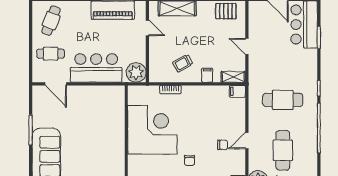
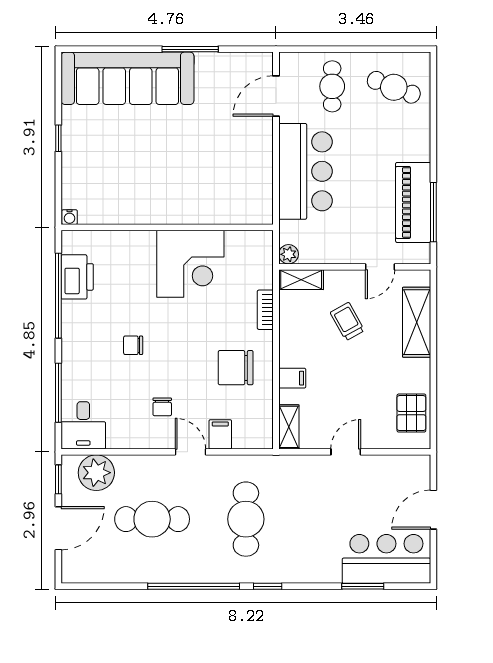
trolley: (183, 63) -> (347, 321), moved
shelving: (154, 70) -> (301, 280), added
plant: (136, 72) -> (289, 254), width x0.53, depth x0.53
filing cabinet: (237, 91) -> (220, 434), moved
chair: (202, 105) -> (236, 368), added
corner desk: (152, 130) -> (190, 264), width x0.74, depth x0.74
door: (247, 141) -> (190, 452), moved

